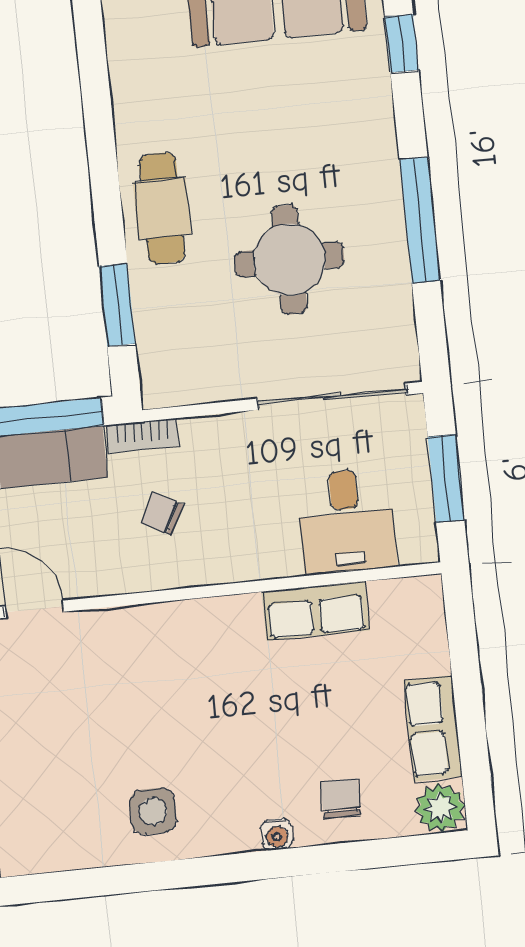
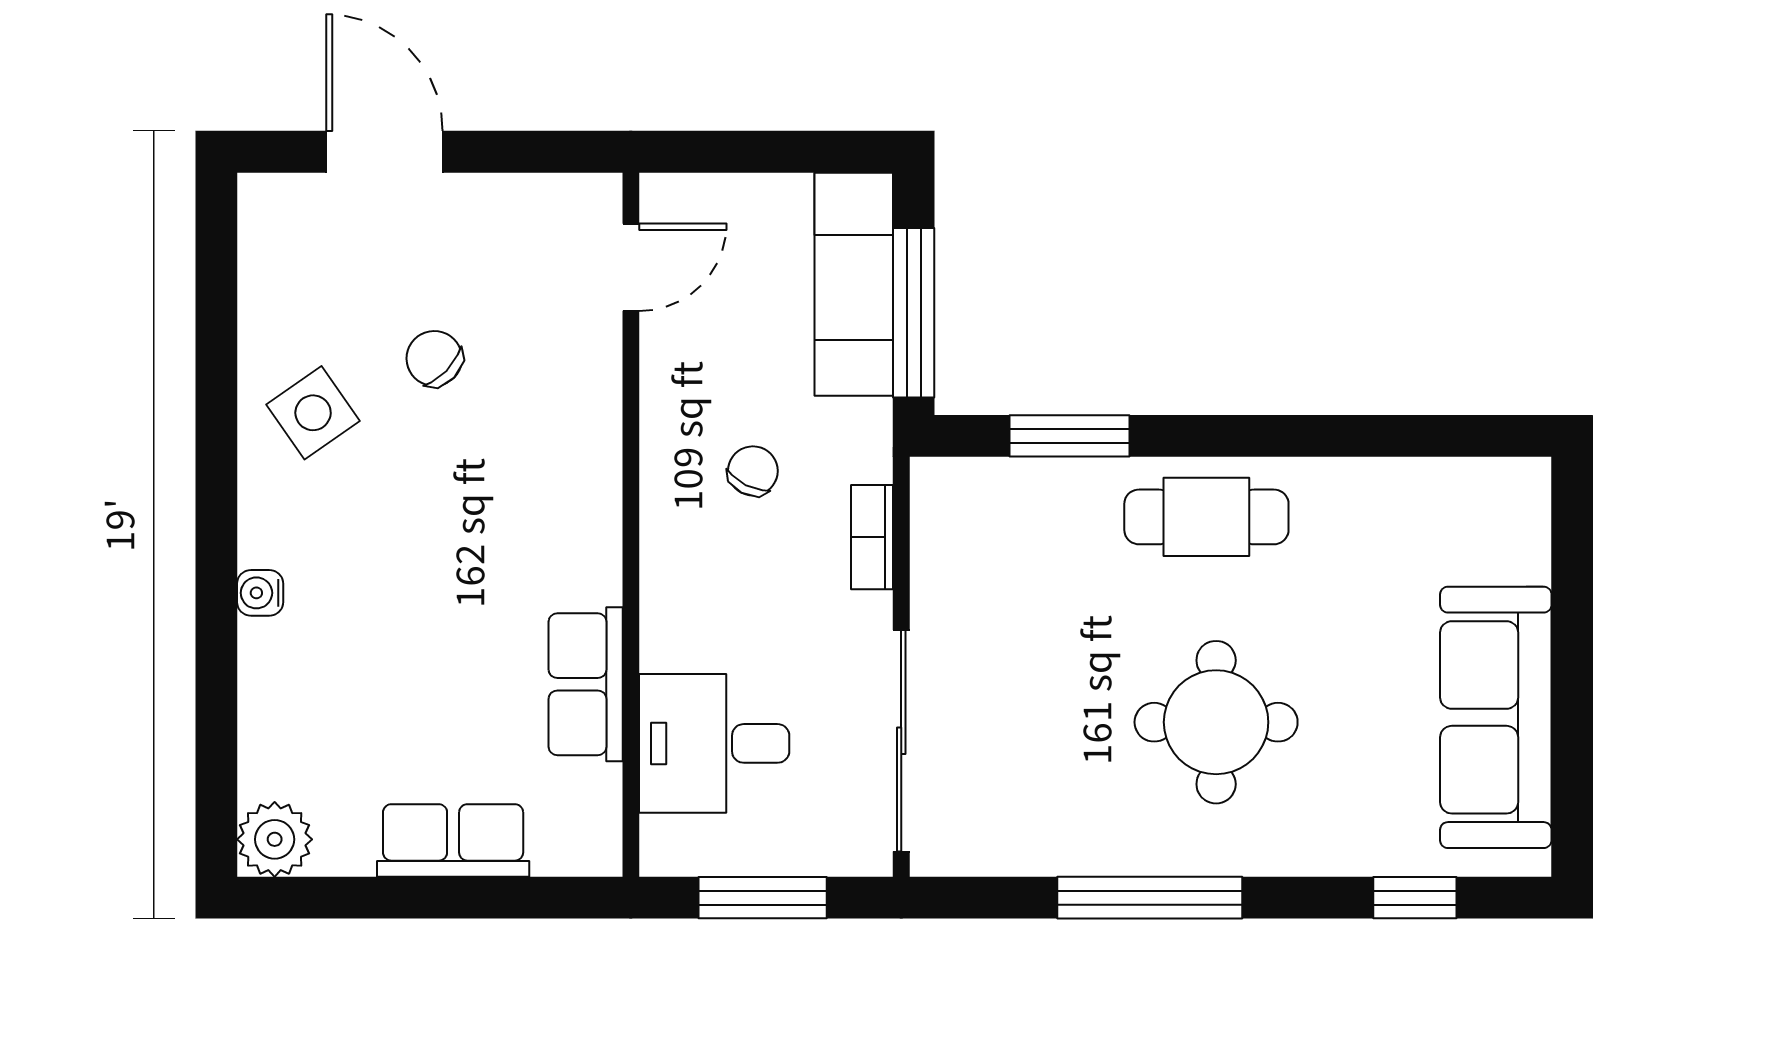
round table: (289, 260) -> (1216, 722), moved
bookcase: (142, 436) -> (872, 537), moved
row of seats: (433, 728) -> (453, 840), moved
chair: (341, 798) -> (434, 358), moved, turned -136
side table: (153, 811) -> (313, 413), turned -35

